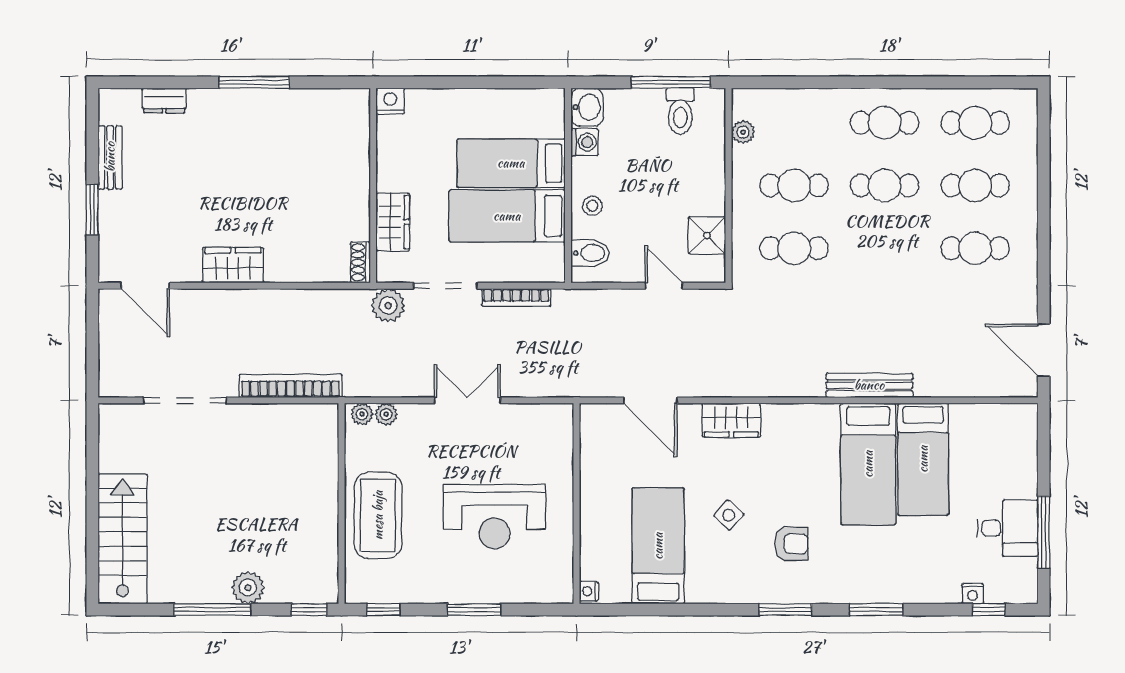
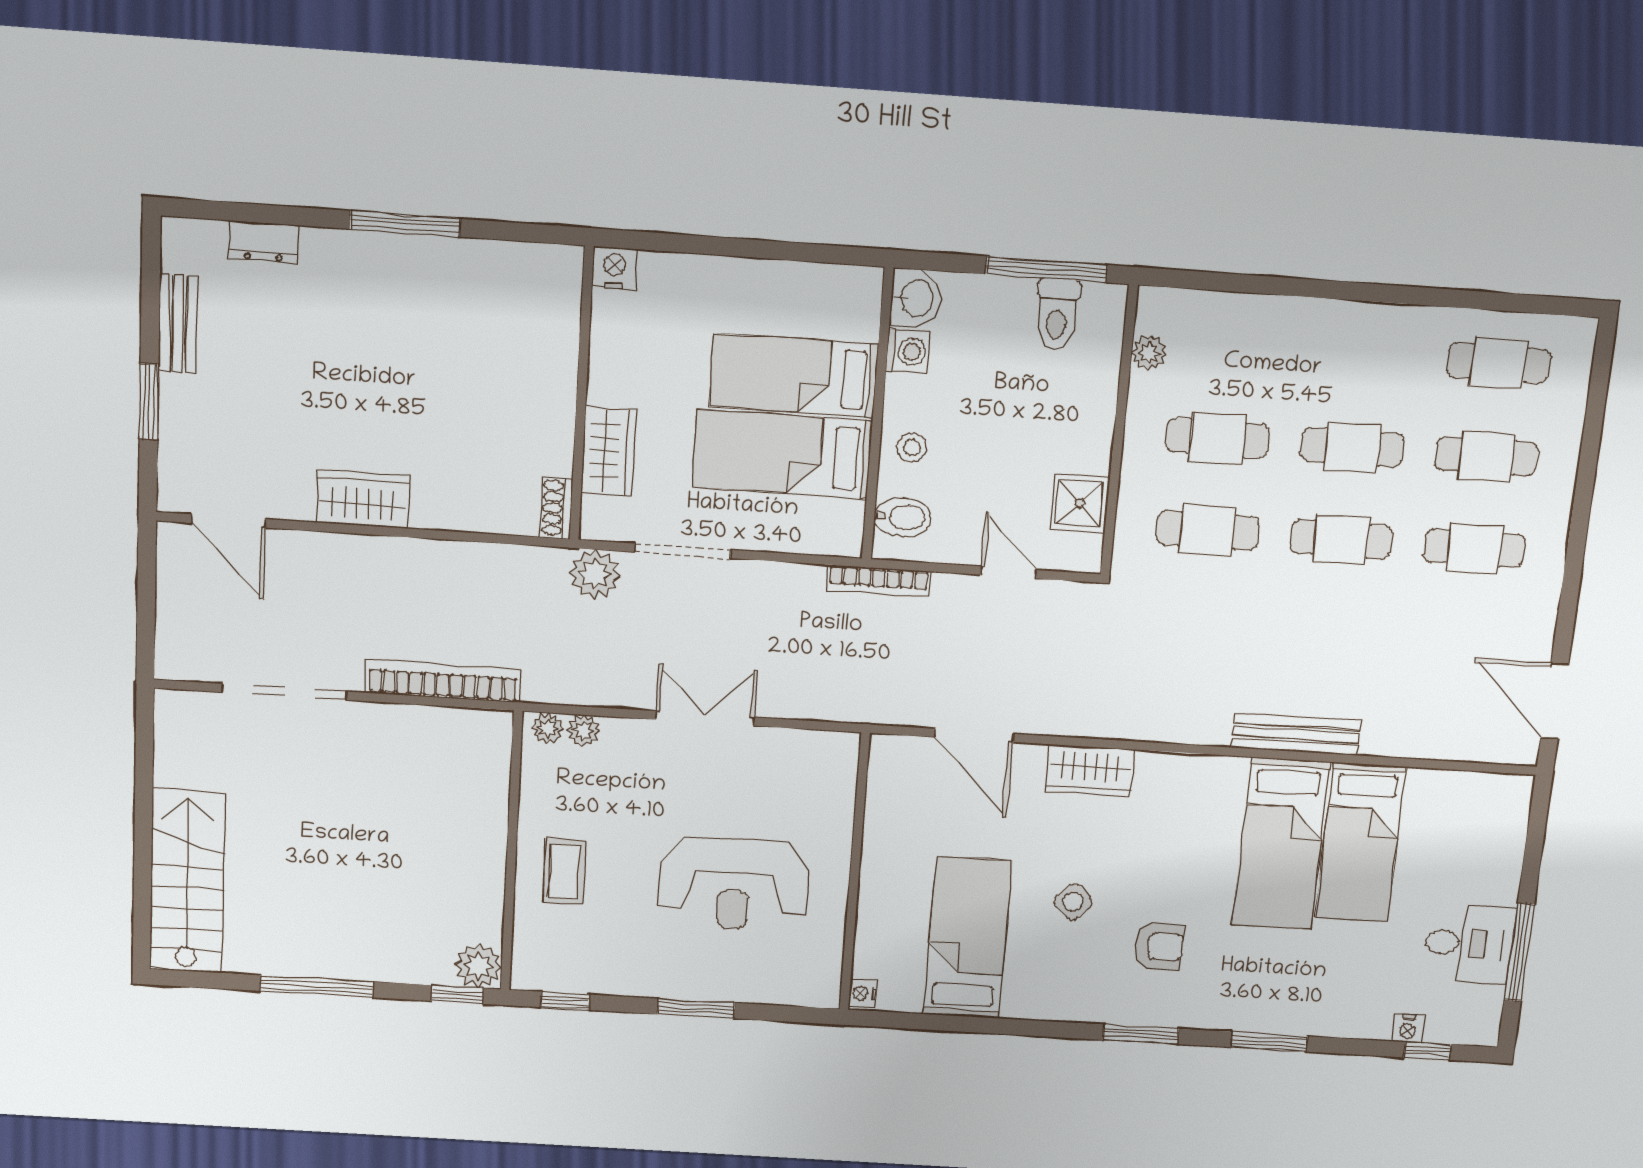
cafe table: (885, 123) -> (1341, 539), moved
bookcase: (516, 297) -> (879, 581), moved
coffee table: (378, 515) -> (564, 872), width x0.54, depth x0.58
plant: (248, 588) -> (478, 966), moved

